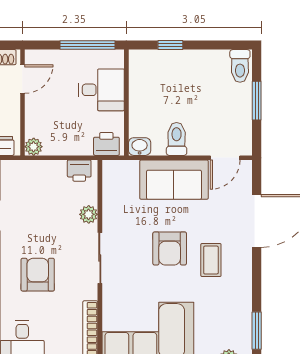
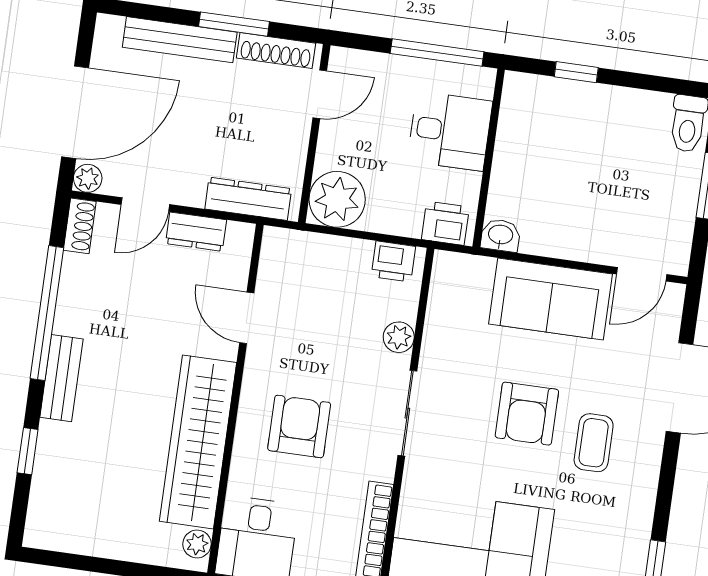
toilet: (177, 139) -> (564, 231), removed
plant: (34, 147) -> (337, 199), width x1.87, depth x1.87

